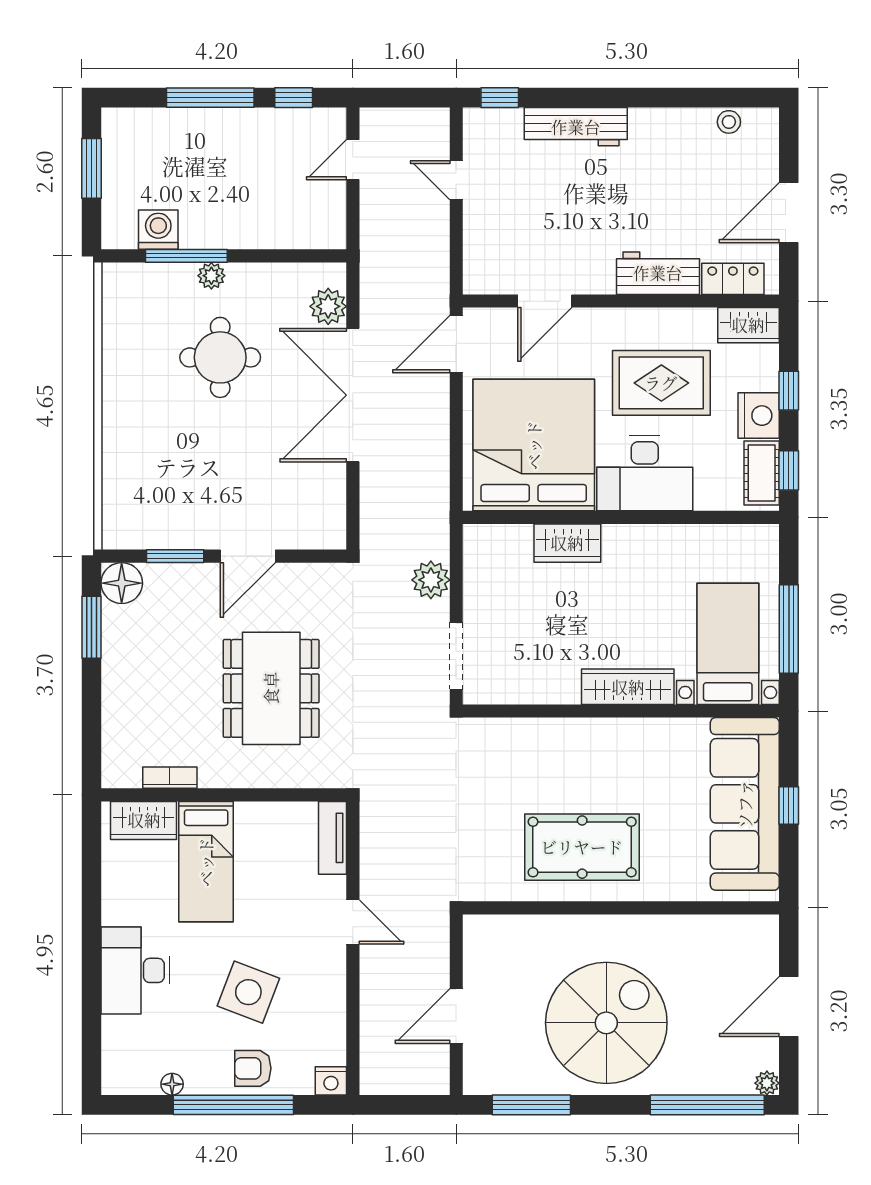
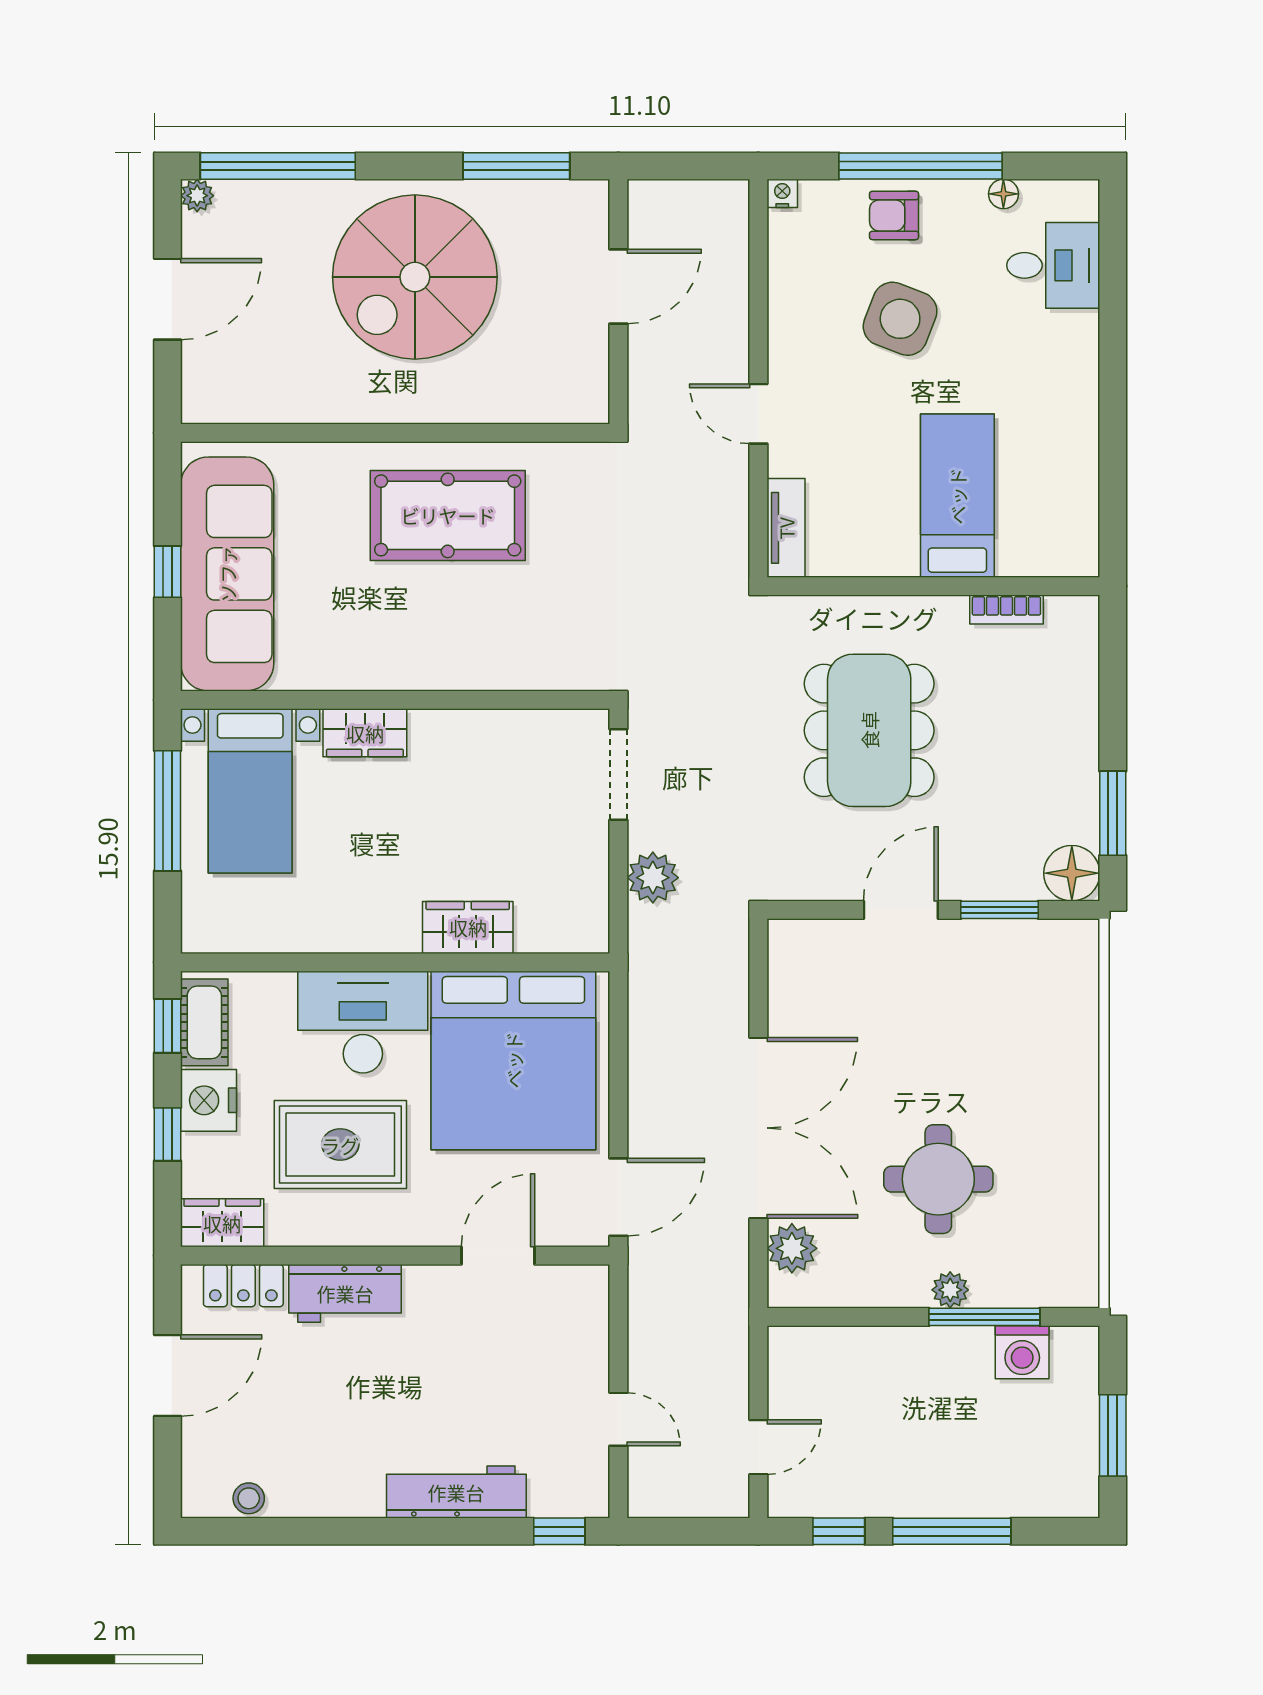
wardrobe: (628, 687) -> (365, 733), width x0.67
wardrobe: (144, 820) -> (1042, 551), removed
desk: (135, 970) -> (1053, 265), moved, width x0.73
armchair: (253, 1068) -> (894, 215), turned 180
nightstand: (331, 1081) -> (782, 193), width x0.72, depth x0.74

